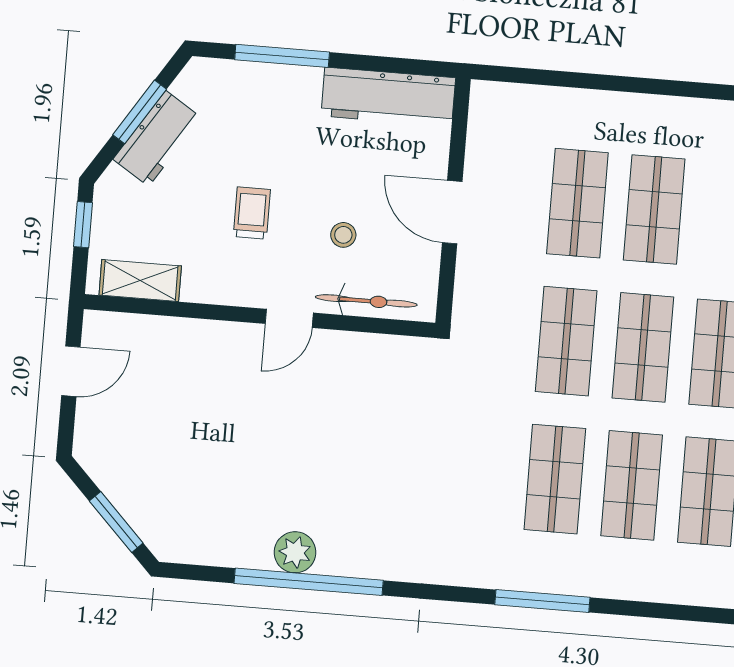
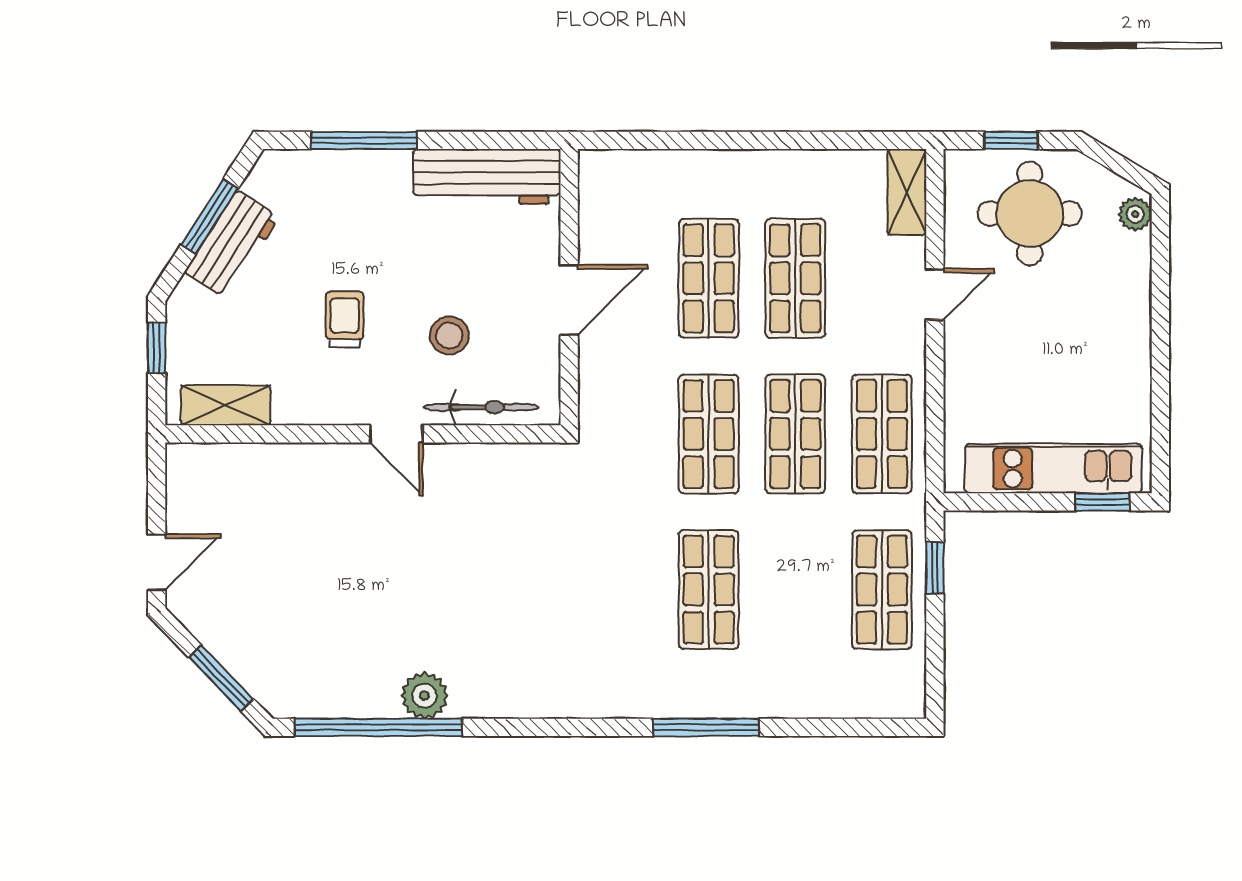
door: (452, 212) -> (569, 300), swing flipped
stool: (343, 235) -> (449, 335), width x1.37, depth x1.37
door: (289, 318) -> (396, 434), hinge flipped
door: (71, 371) -> (157, 562), moved
shop shelf: (632, 485) -> (795, 590), removed
window: (309, 582) -> (378, 727), moved

